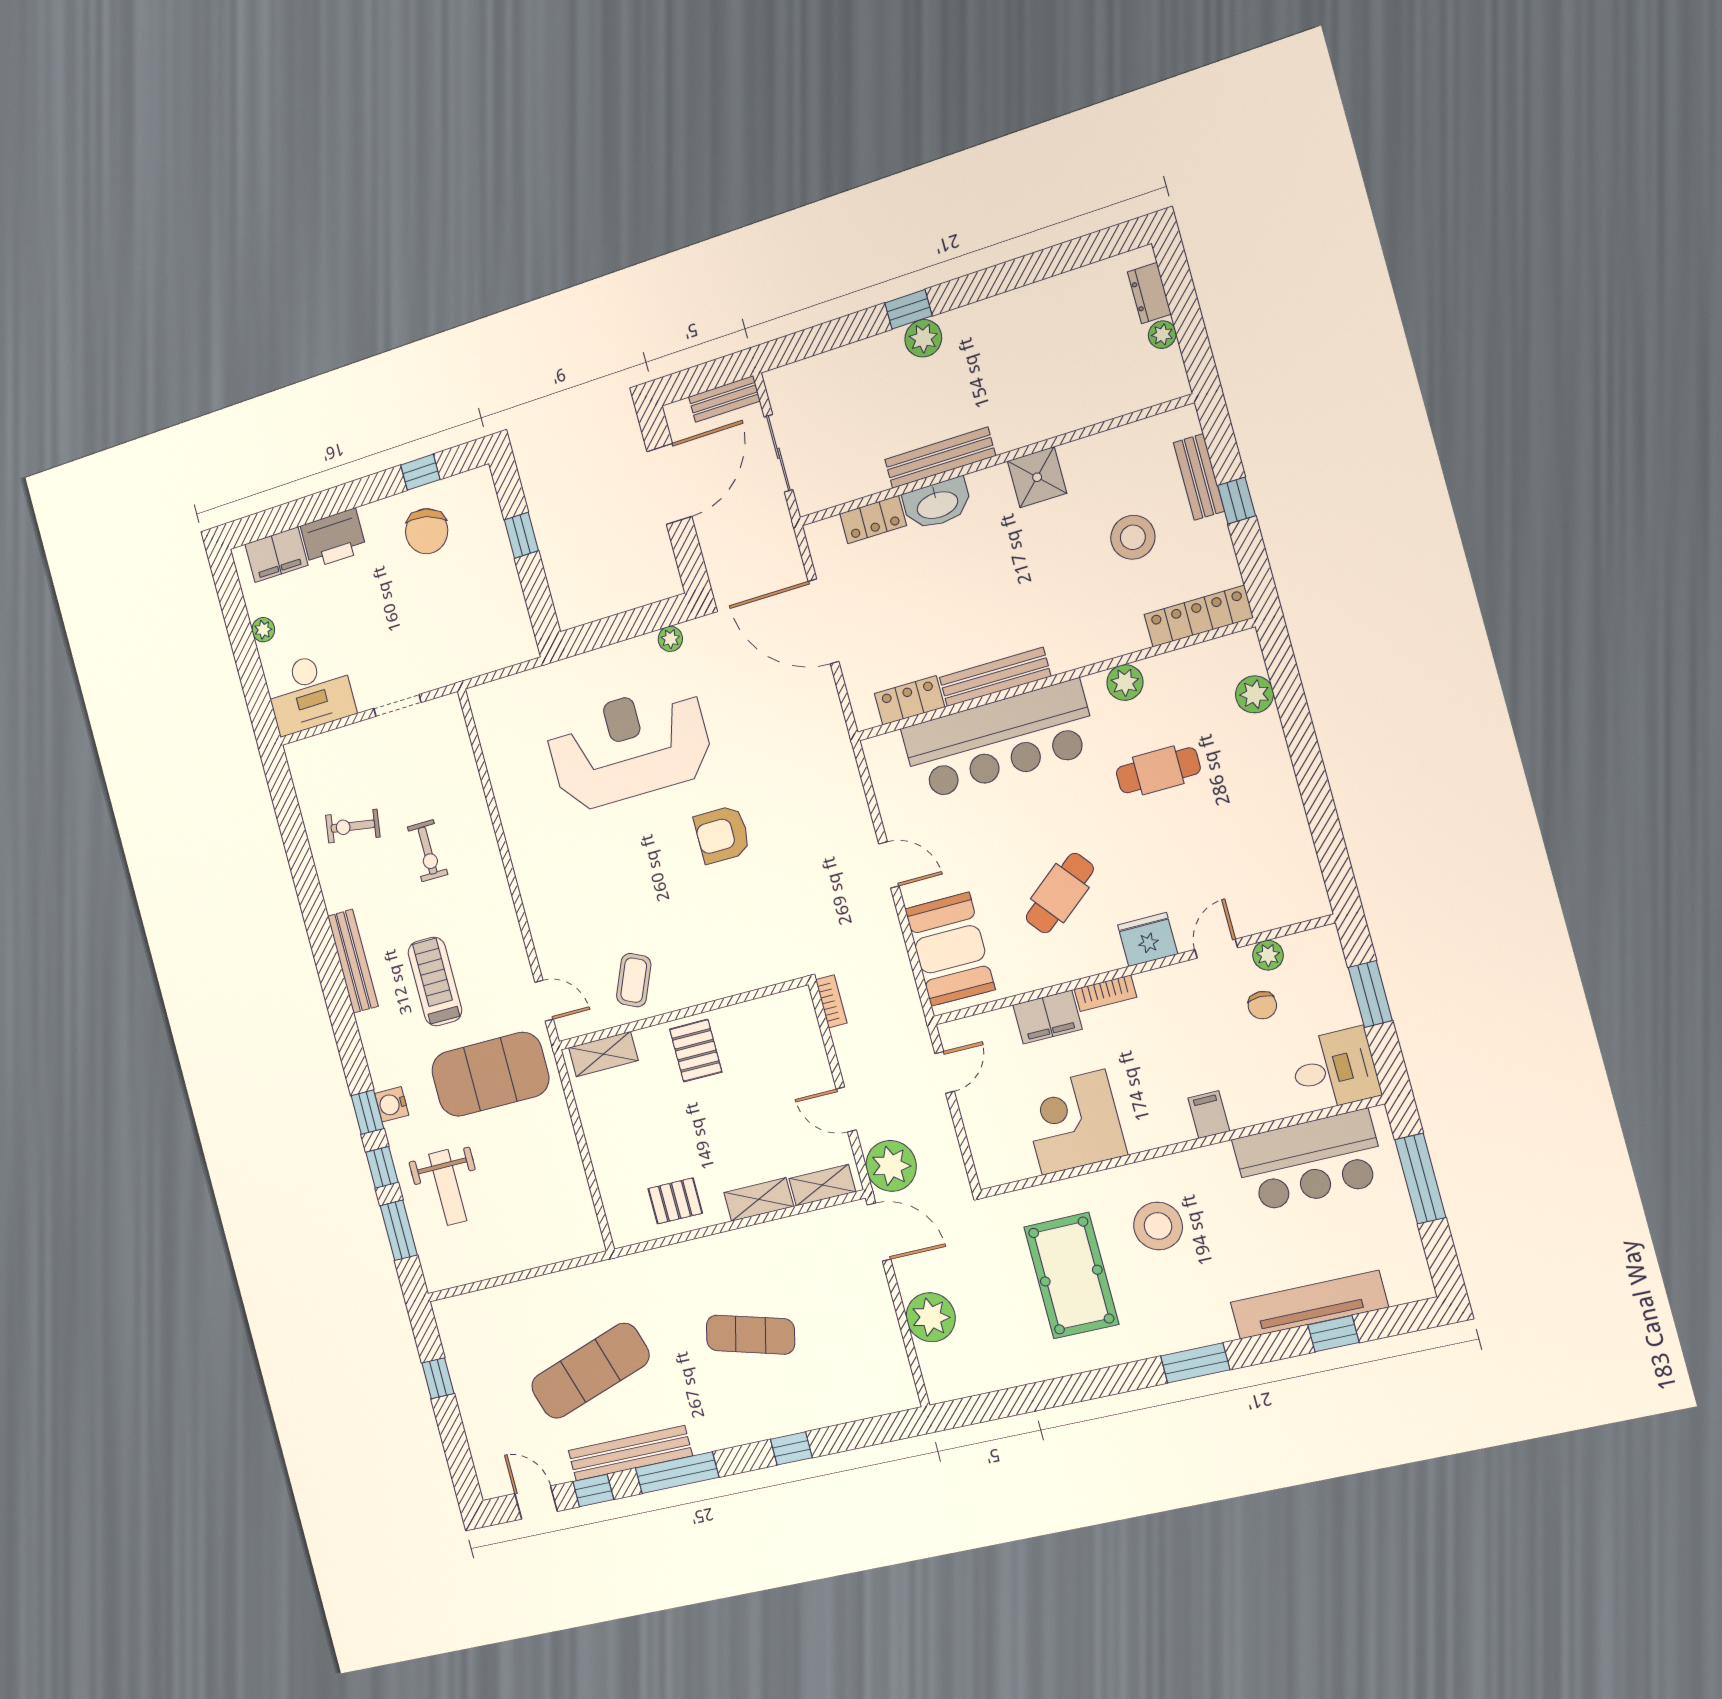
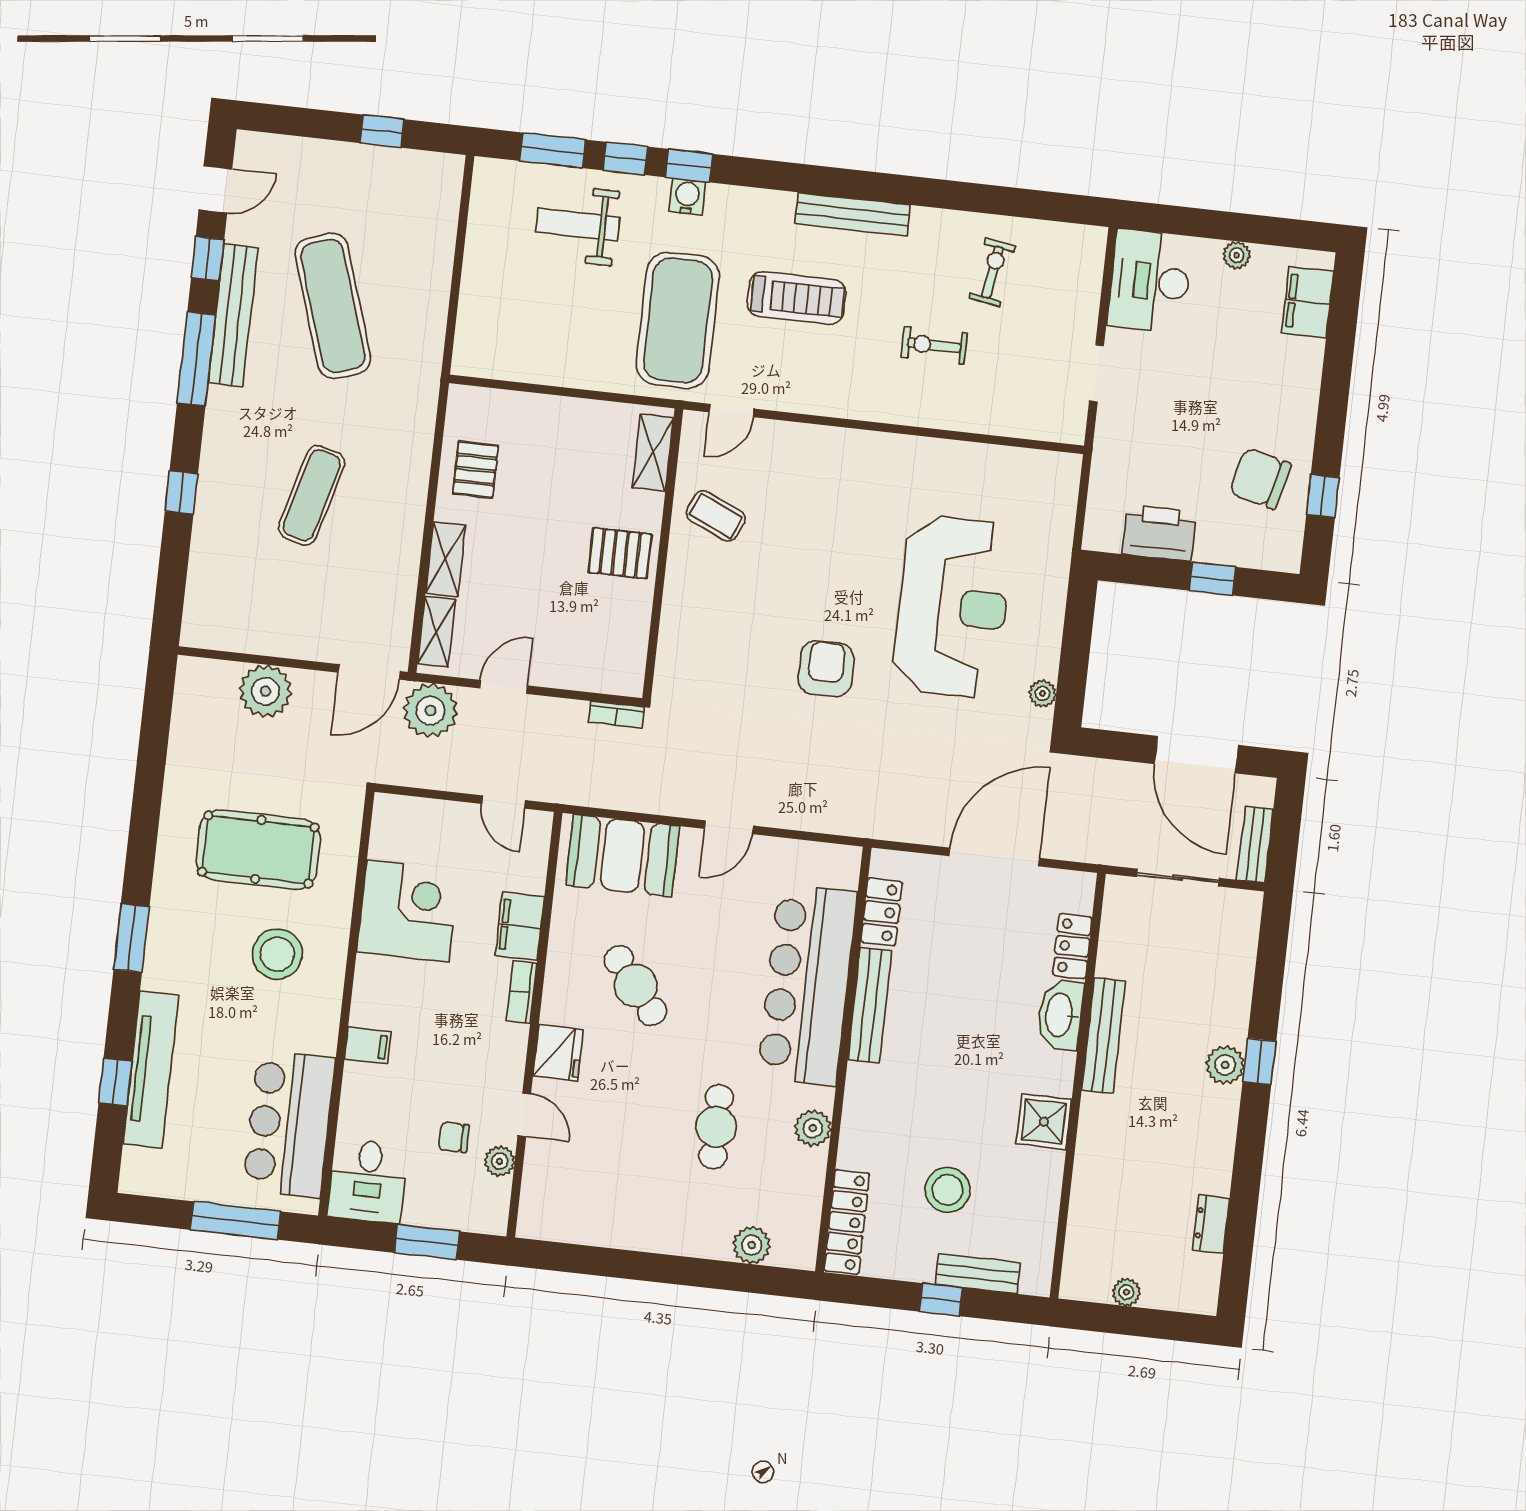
dresser: (1149, 293) -> (1211, 1224), moved, turned -90
printer: (333, 538) -> (1159, 533), moved, turned 90

